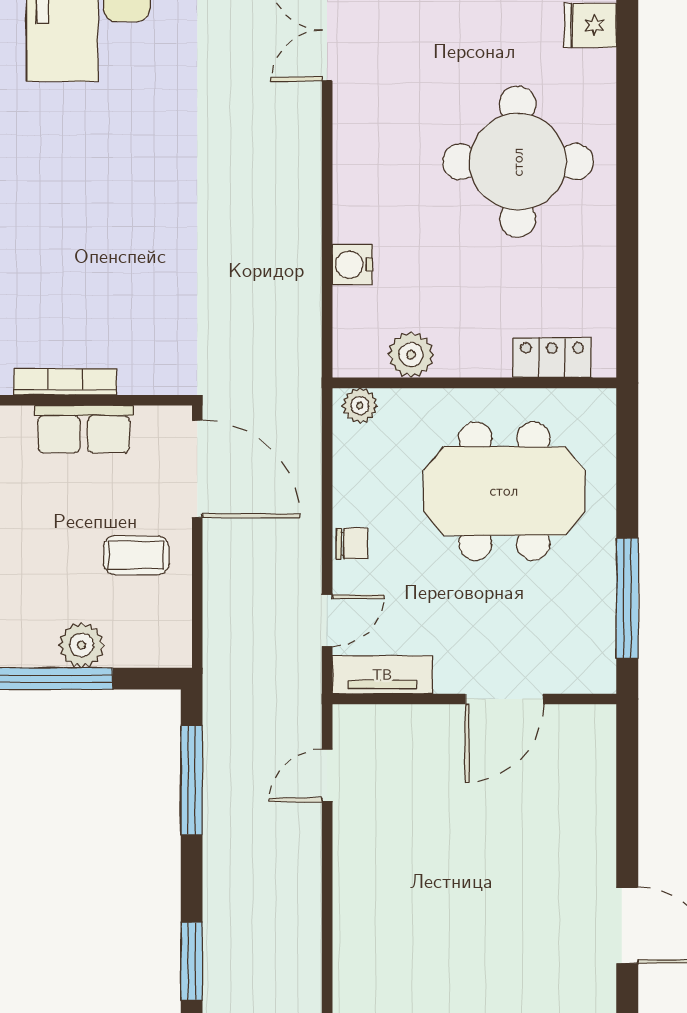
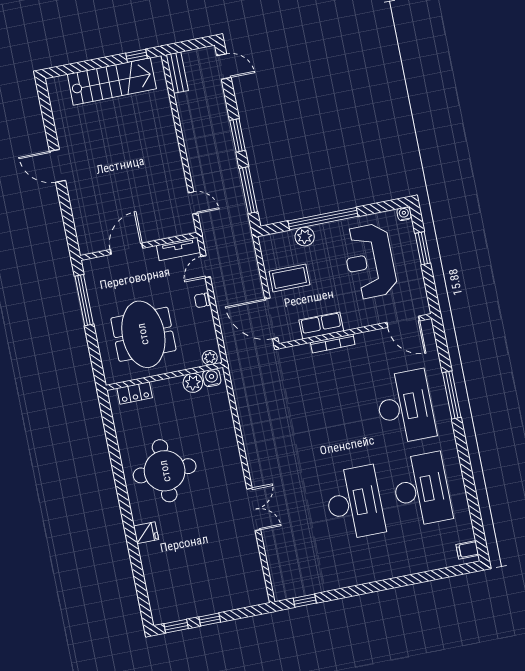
water cooler: (352, 265) -> (212, 378), moved, turned -90
meeting table: (504, 491) -> (143, 334), turned 90
coffee table: (136, 555) -> (289, 278), width x1.36, depth x1.30
door: (327, 776) -> (193, 203), hinge flipped
window: (192, 961) -> (238, 135), moved

